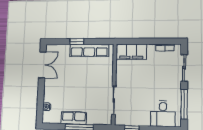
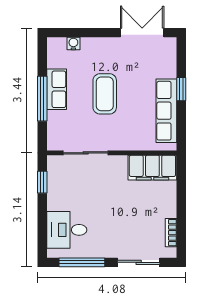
filing cabinet: (131, 52) -> (152, 168), moved, turned -90
double door: (42, 65) -> (142, 33), swing flipped
coffee table: (78, 88) -> (105, 94), added

